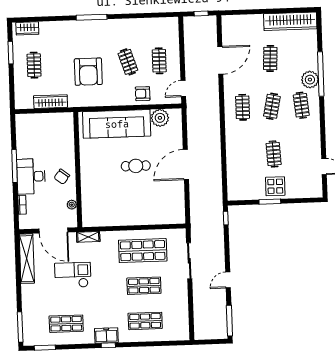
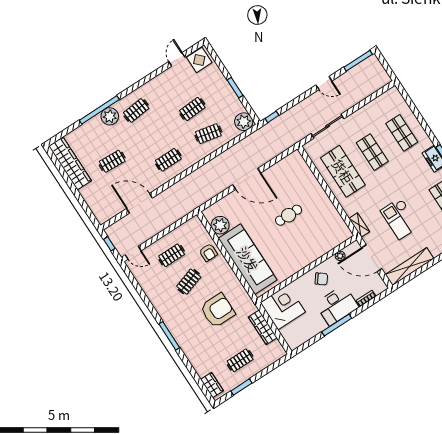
door: (183, 89) -> (133, 253), moved
clothes rail: (272, 106) -> (208, 134), moved
corner desk: (57, 129) -> (283, 307), added
cafe table: (136, 166) -> (289, 215), moved, turned 90
display table: (275, 186) -> (199, 60), moved
plant: (236, 191) -> (244, 122), added
door: (53, 231) -> (372, 258), swing flipped

